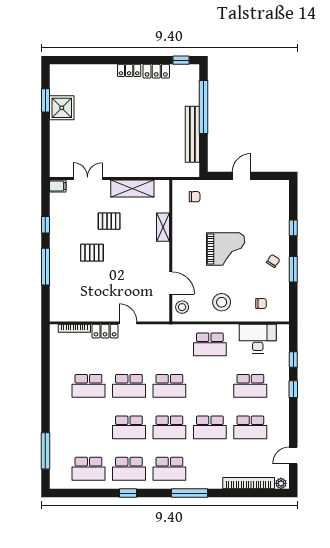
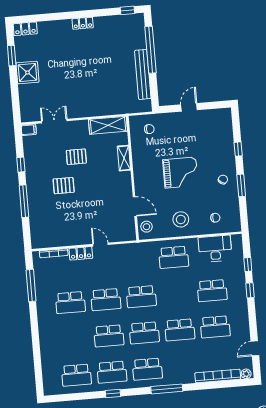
locker: (156, 71) -> (25, 29), moved
shower: (62, 108) -> (27, 73), moved
shelving: (132, 189) -> (108, 125), moved
window: (45, 451) -> (31, 286), moved

